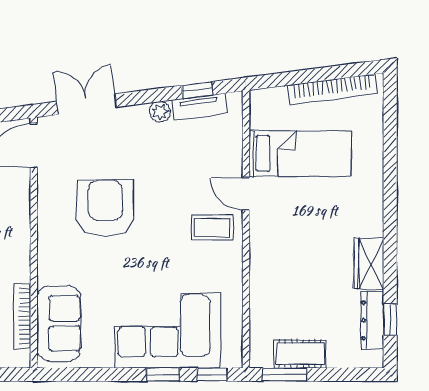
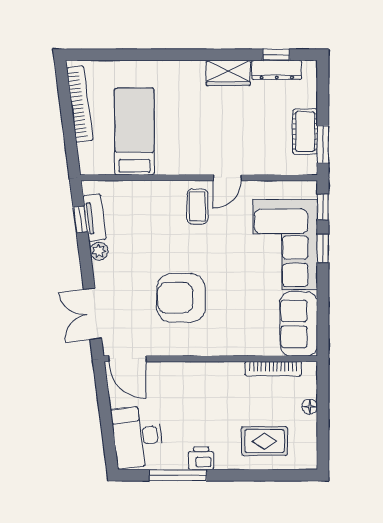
door: (246, 194) -> (227, 178), moved
sofa: (59, 324) -> (299, 324), moved, turned -90

